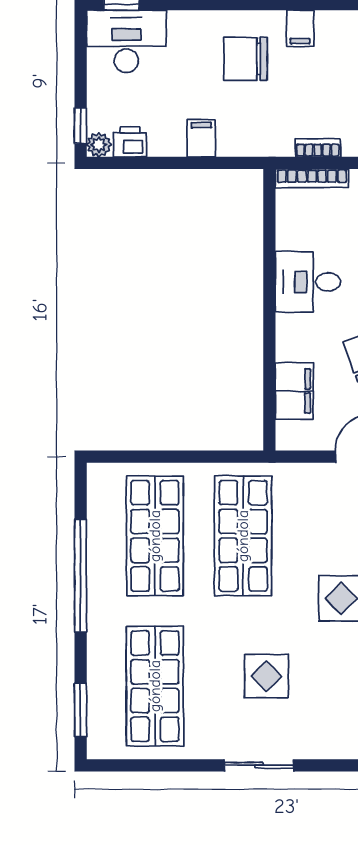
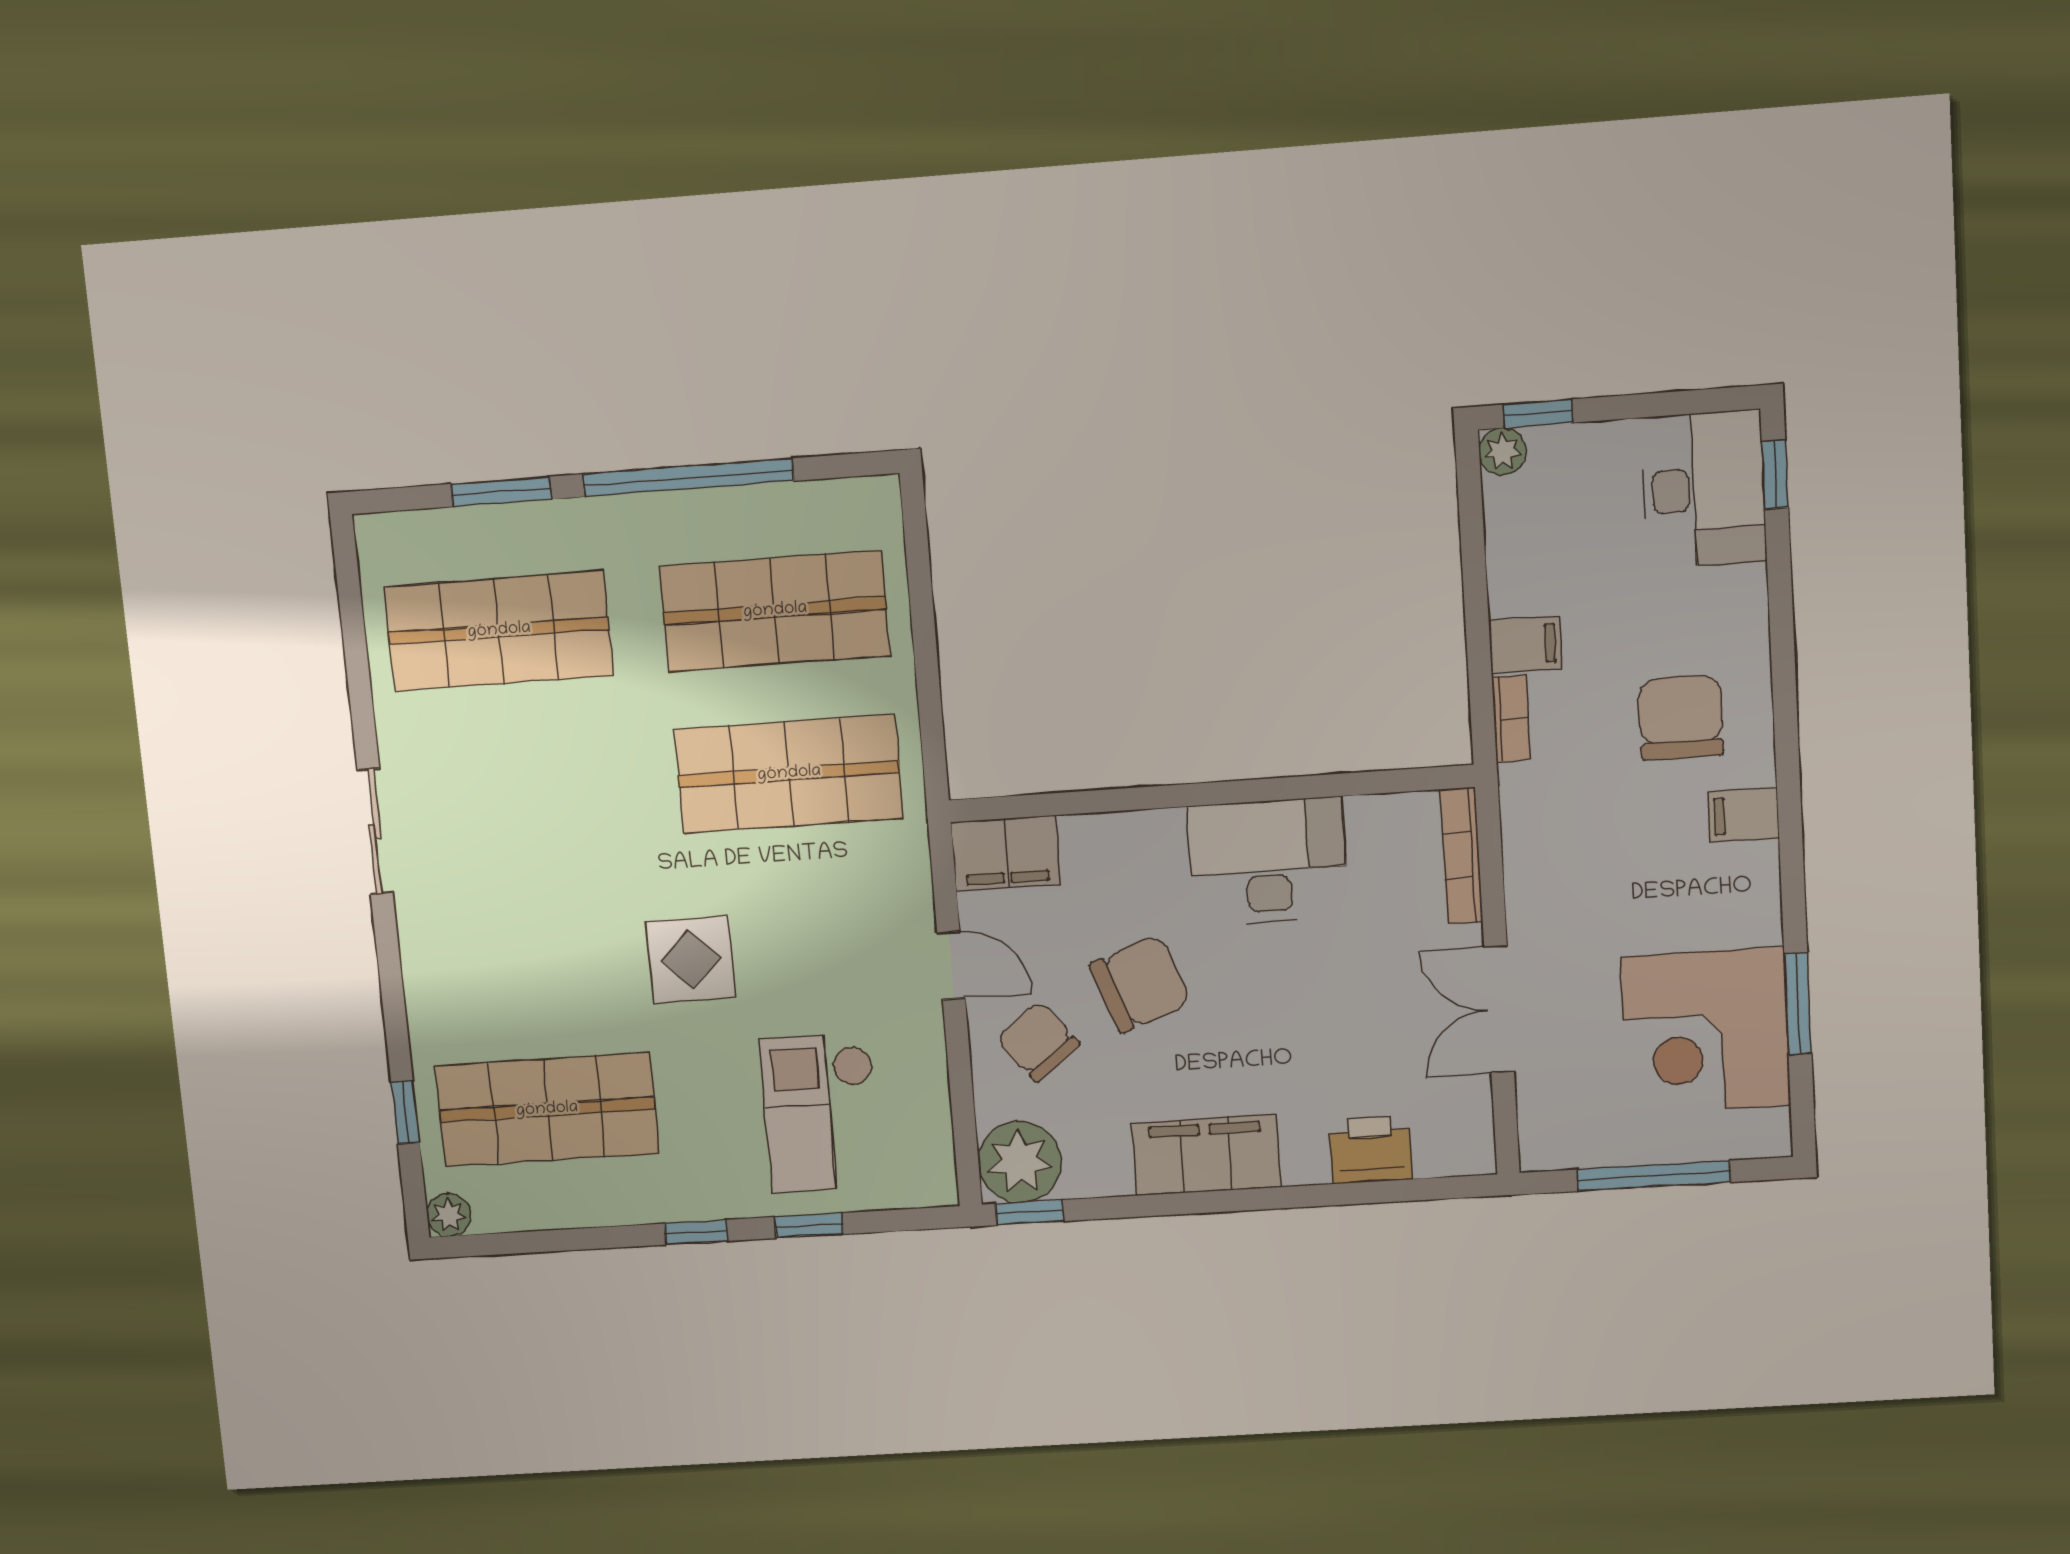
printer: (130, 142) -> (1511, 511), removed
bookcase: (318, 148) -> (1511, 719), moved
desk: (308, 282) -> (1268, 861), width x1.37
filing cabinet: (294, 391) -> (1006, 853), moved
display table: (266, 676) -> (537, 834), removed
window: (81, 710) -> (501, 492), moved

